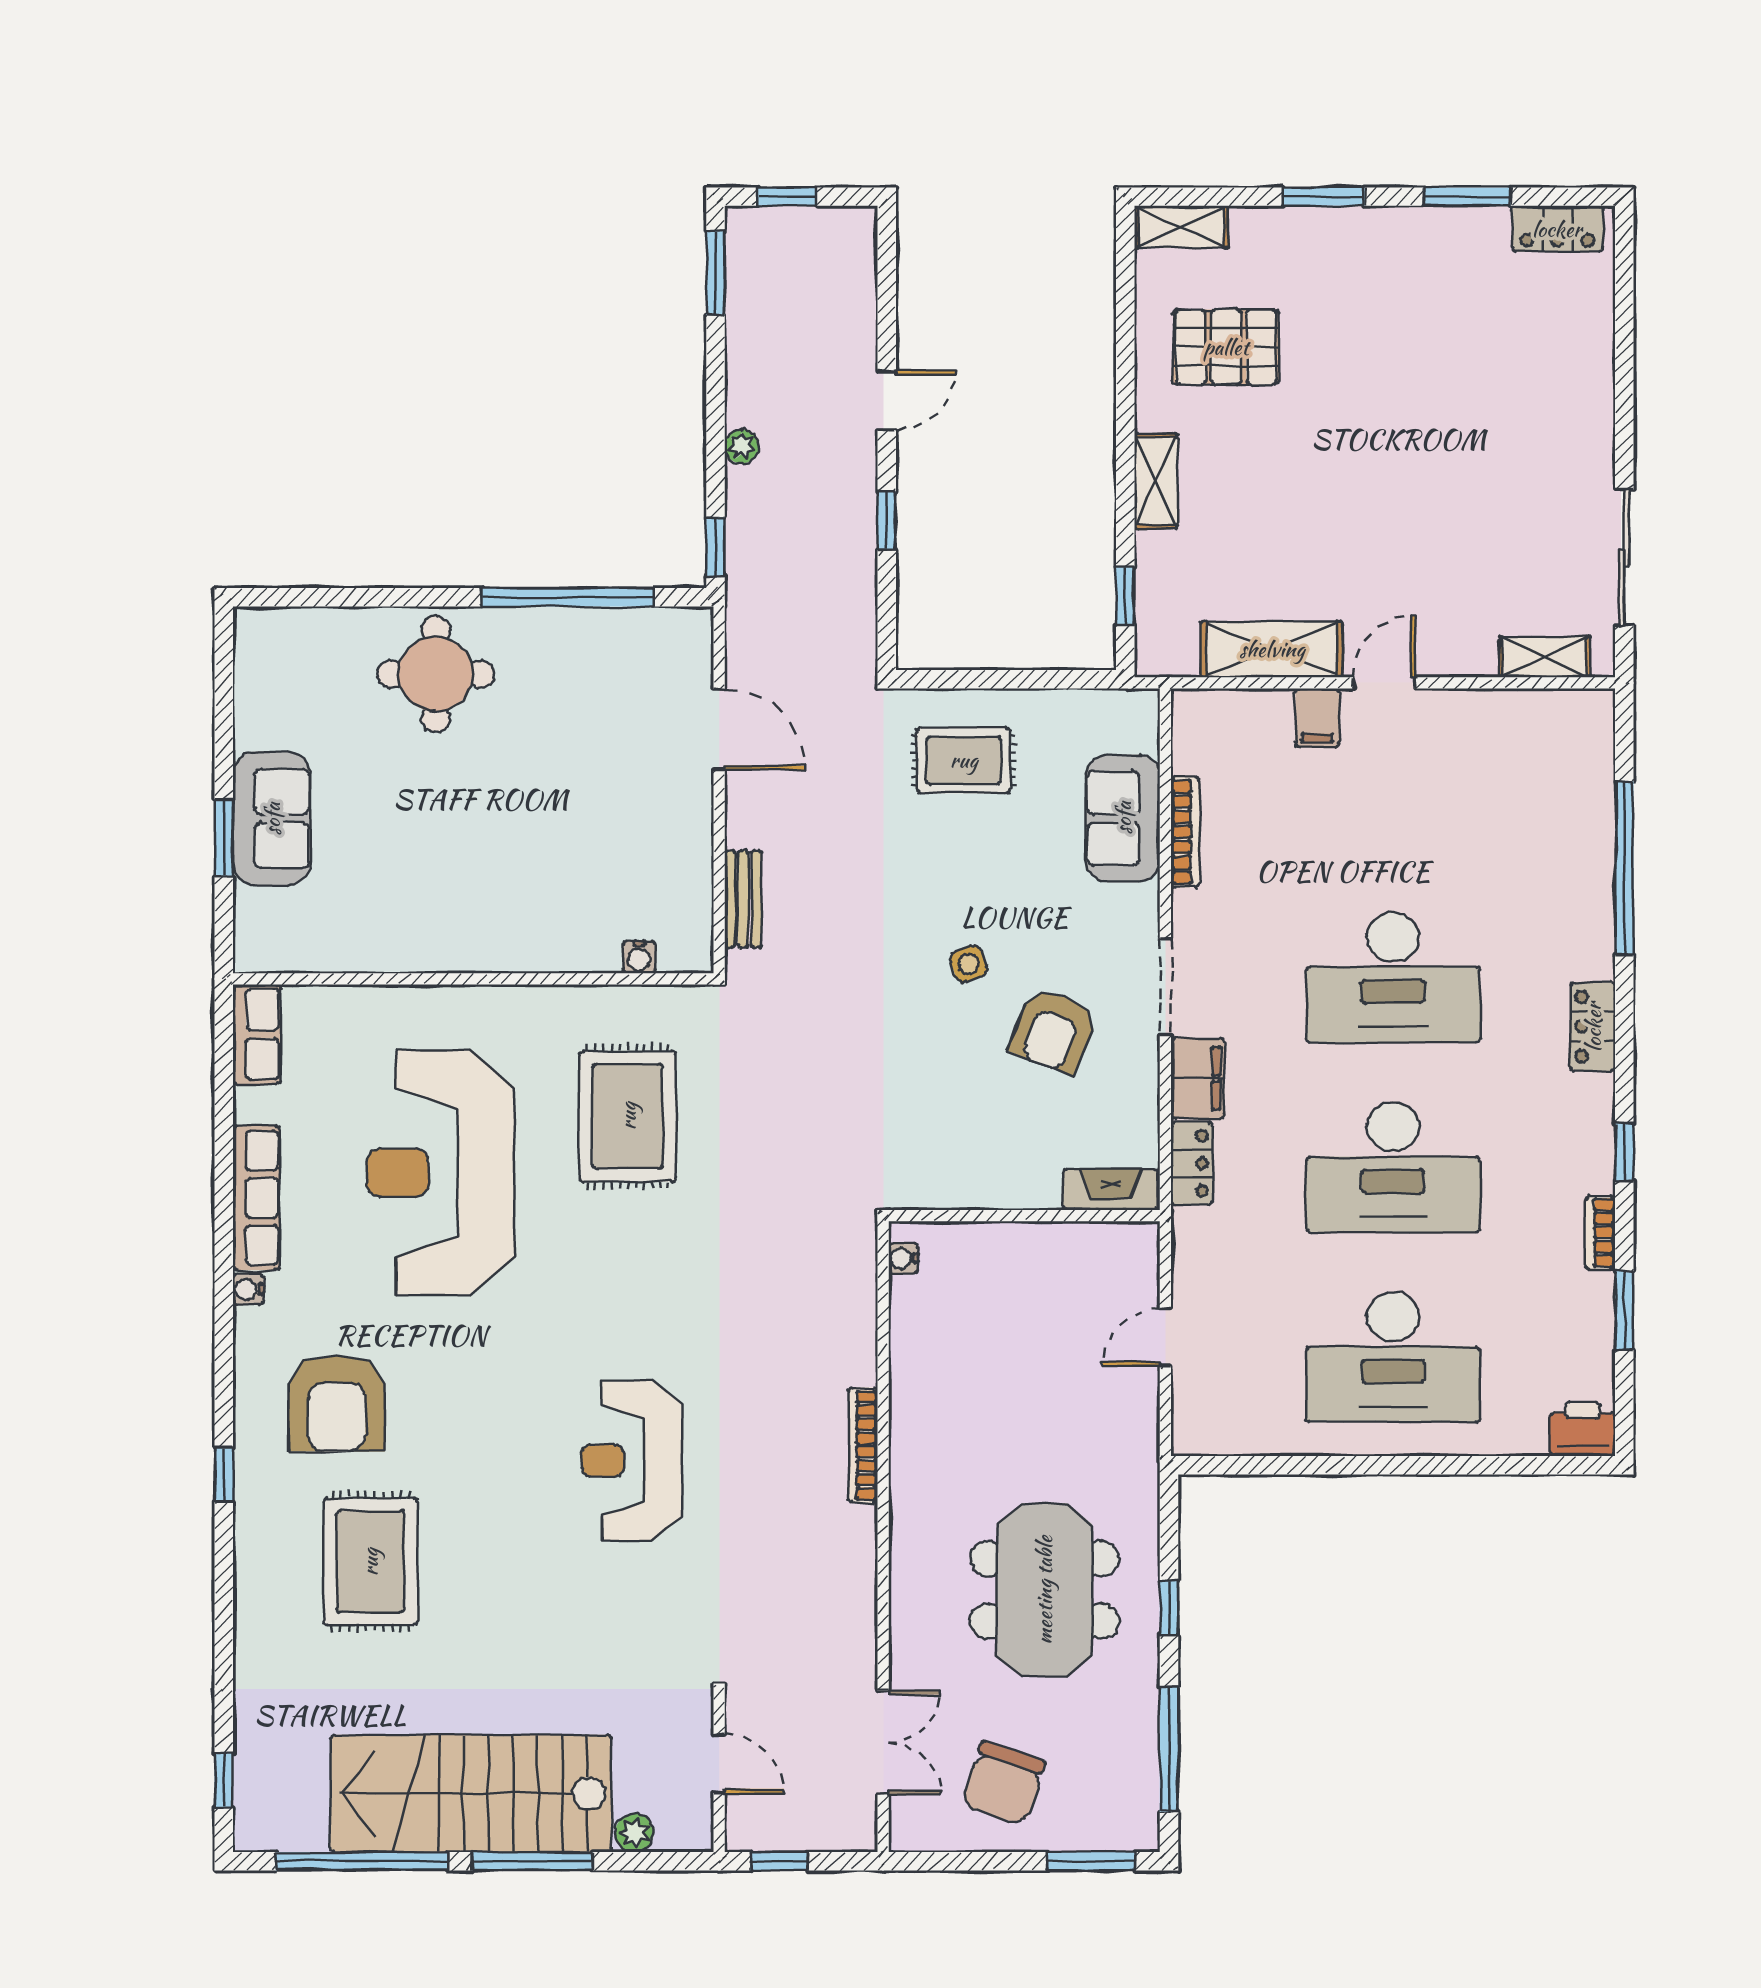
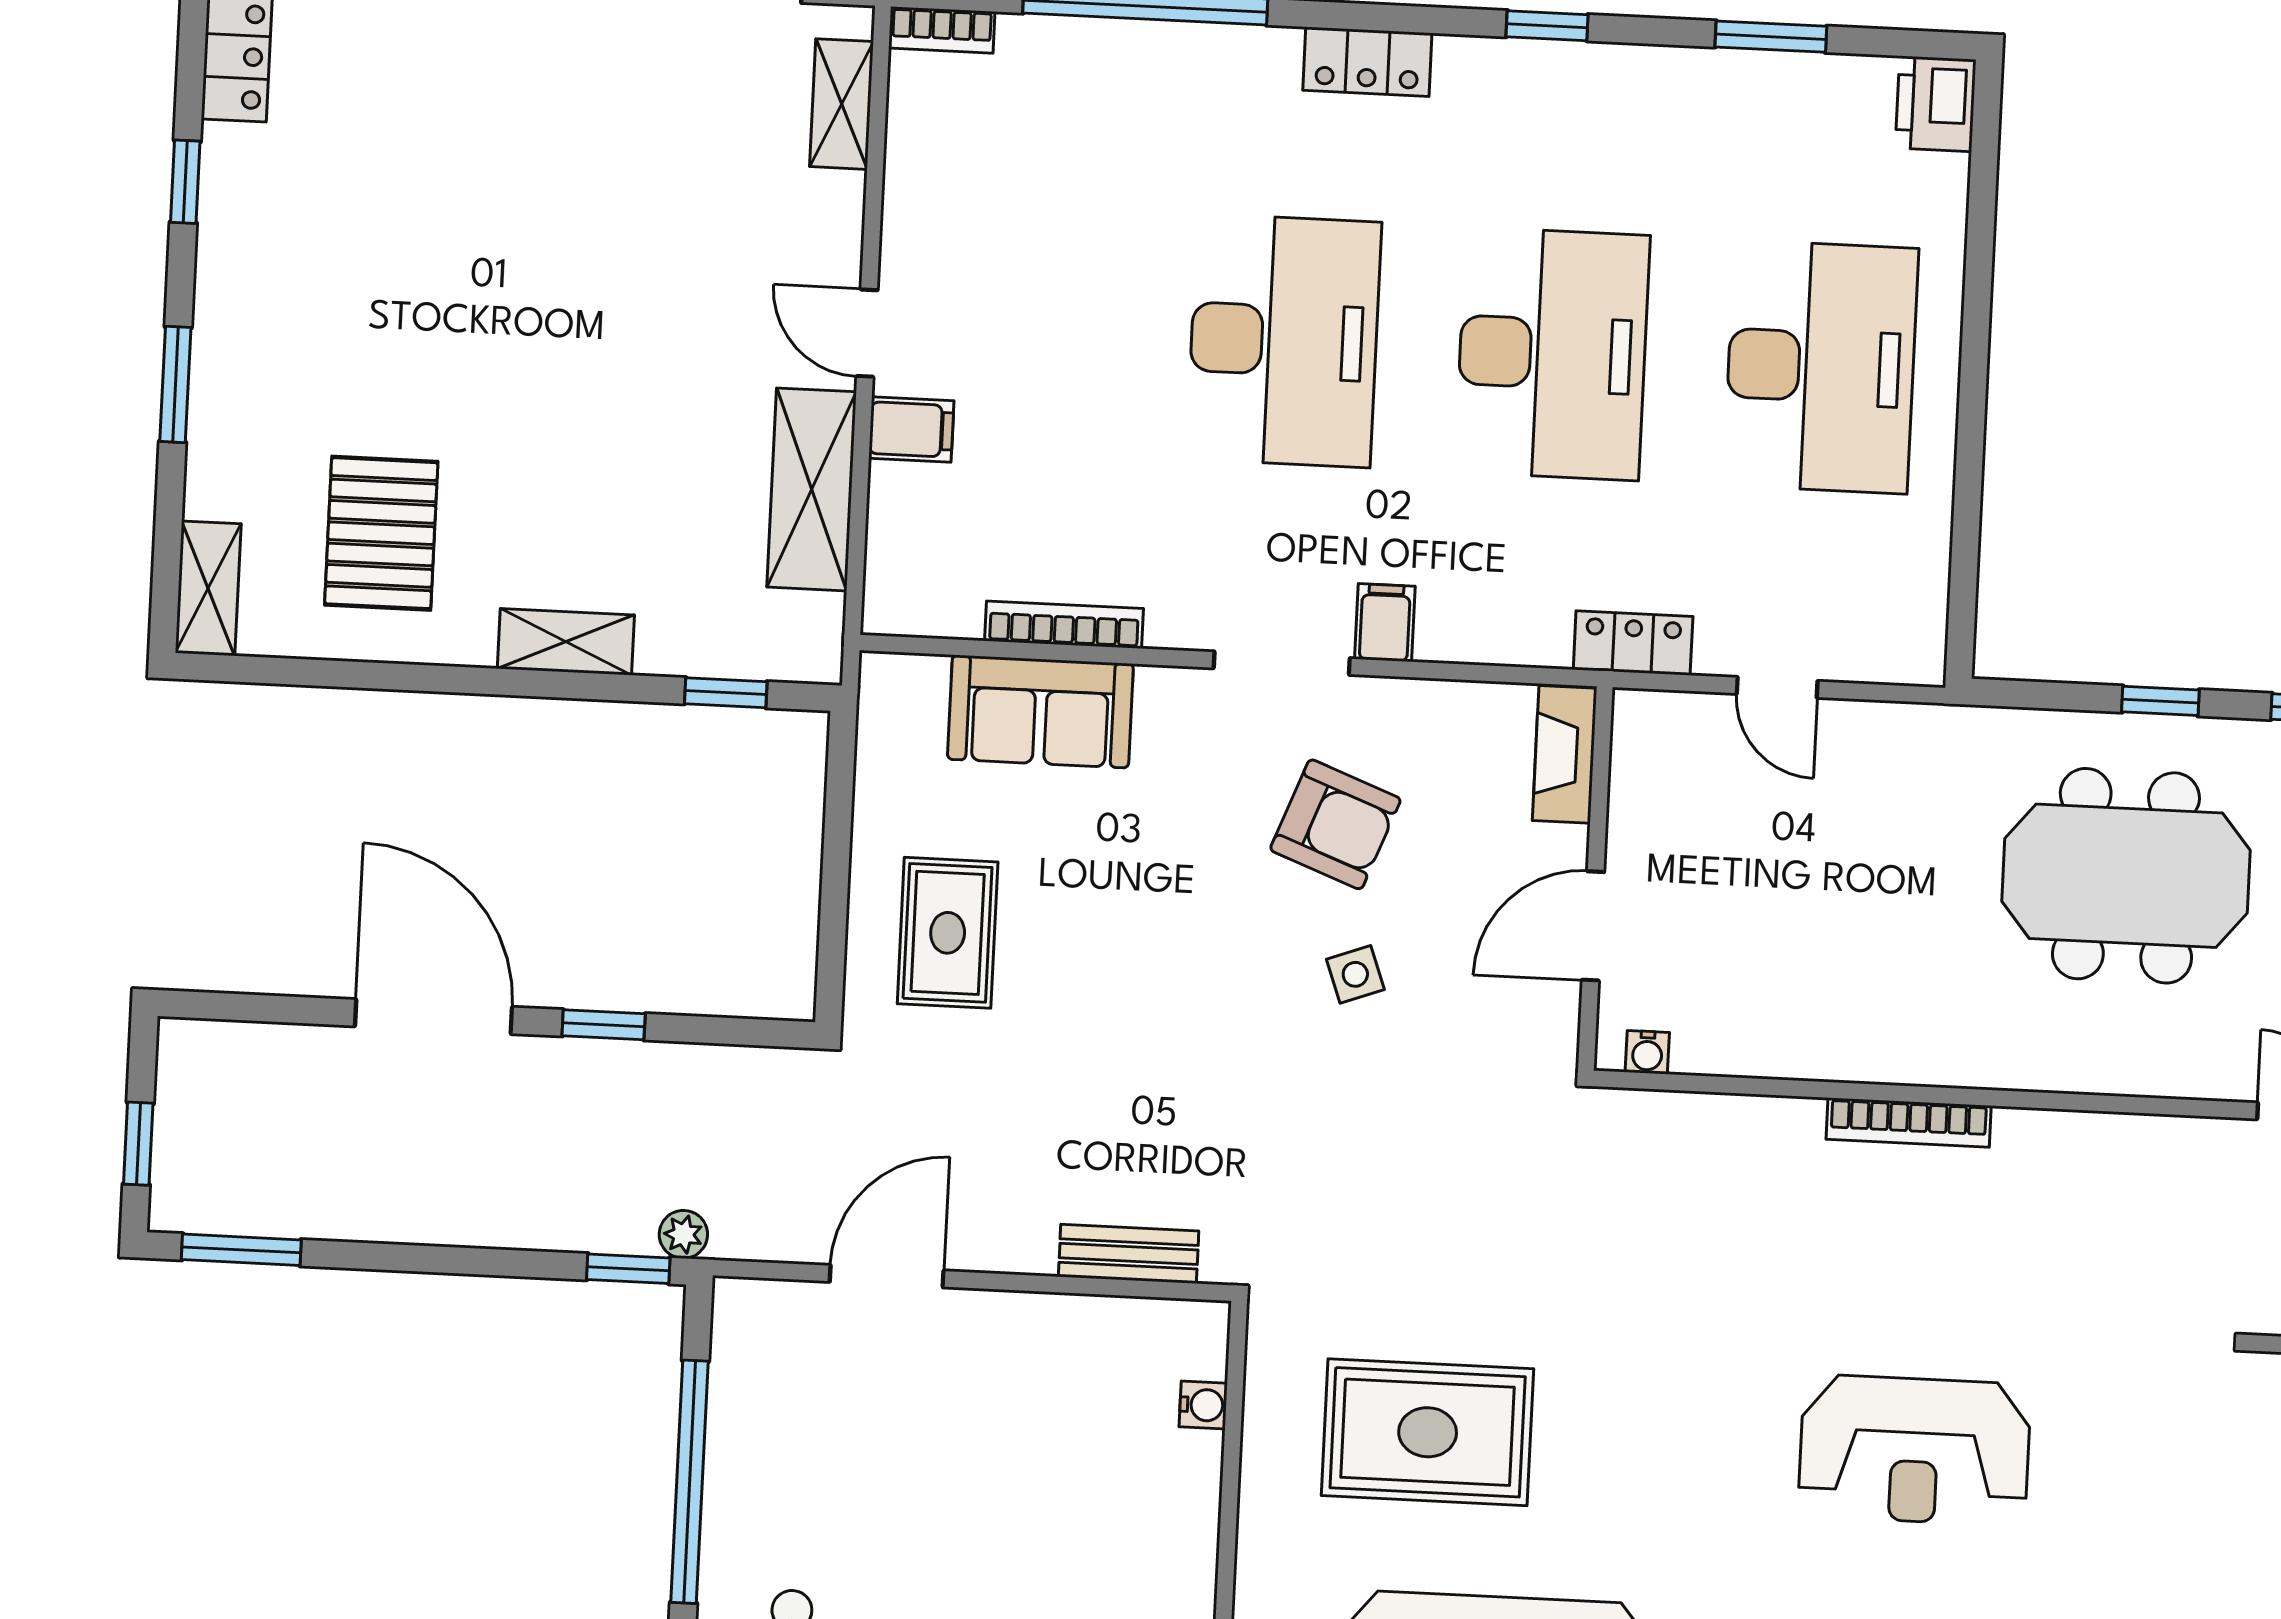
window: (1467, 197) -> (185, 182), width x0.67
door: (887, 401) -> (433, 1017), width x1.88
plant: (742, 446) -> (683, 1234), moved
side table: (969, 964) -> (1355, 974), moved
filing cabinet: (1198, 1078) -> (1385, 623), width x0.50
locker: (1192, 1163) -> (1633, 643), moved
door: (991, 1216) -> (1593, 926), added
bookcase: (1600, 1233) -> (942, 30), moved

